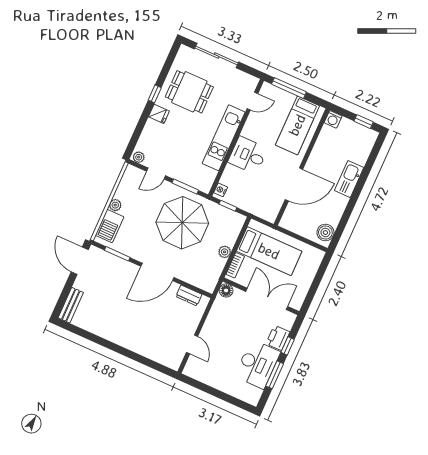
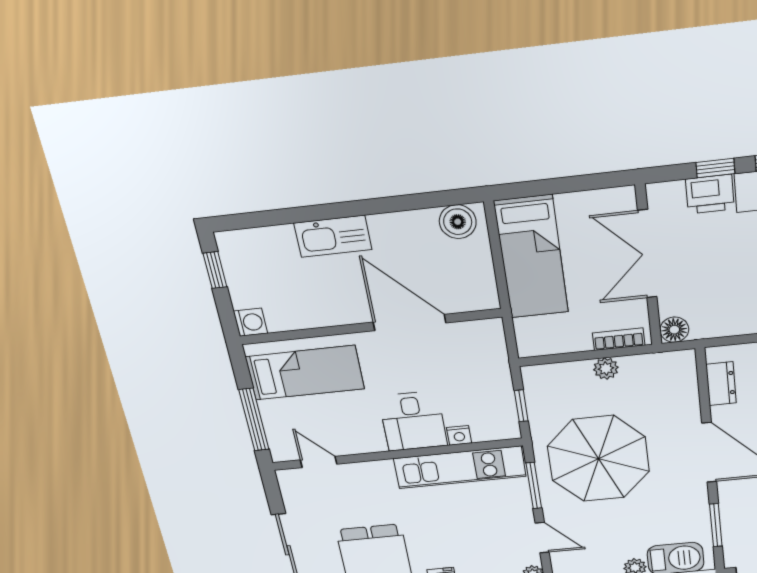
kitchen unit: (224, 138) -> (460, 467), moved
nightstand: (221, 190) -> (459, 435), moved
bed: (269, 251) -> (531, 257), moved, turned 180

